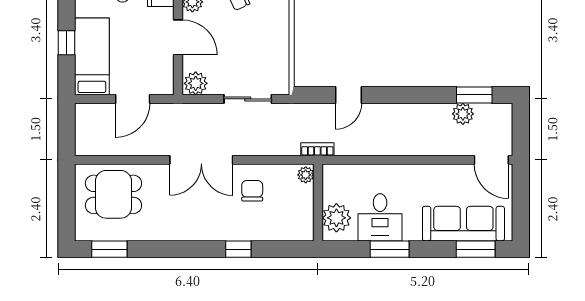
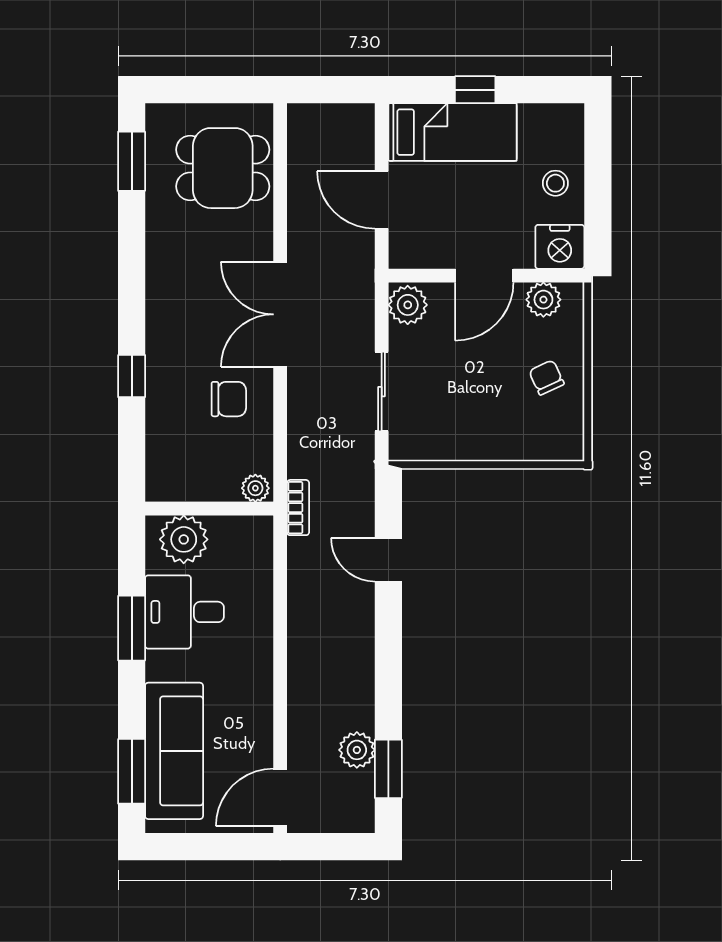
dining table: (113, 194) -> (223, 168), turned 90

